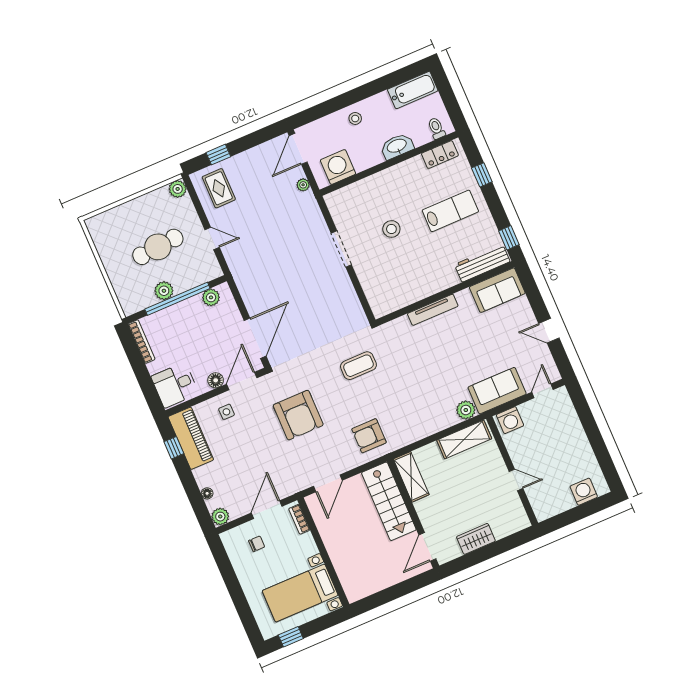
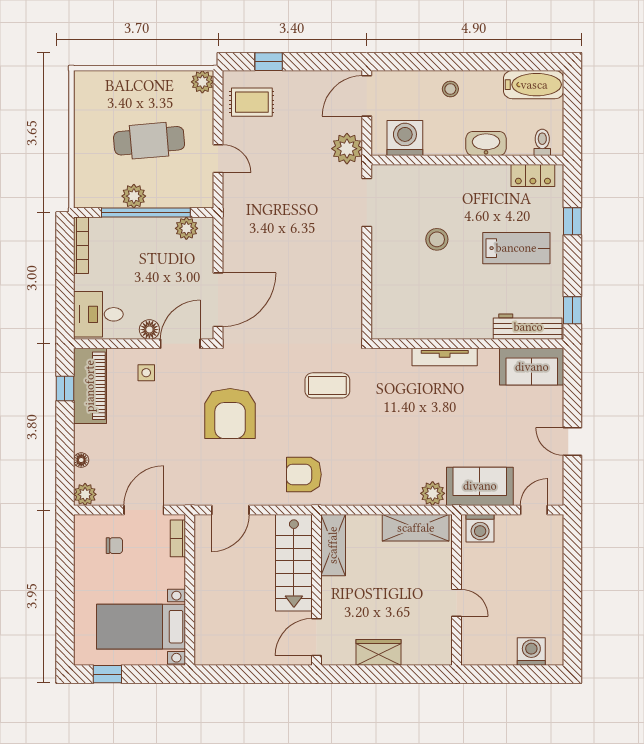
plant: (303, 185) -> (347, 149), width x1.88, depth x1.88
rug: (219, 188) -> (252, 102), turned 90
doorway: (341, 249) -> (367, 203), moved

